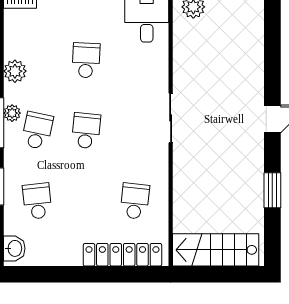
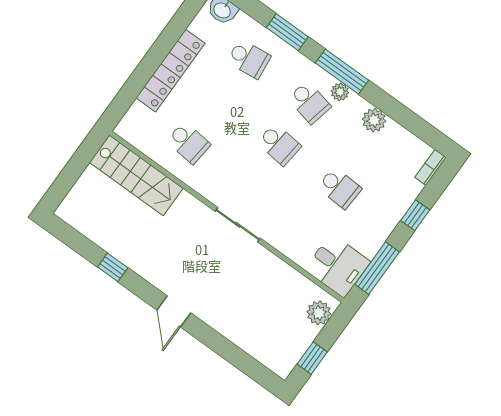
window: (272, 190) -> (113, 267), width x0.67
stairs: (216, 250) -> (136, 175), moved, turned 90
locker: (122, 255) -> (171, 71), moved

